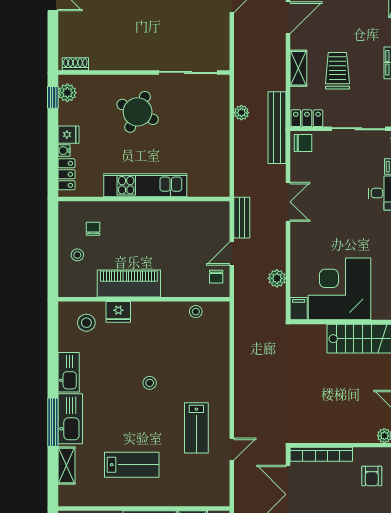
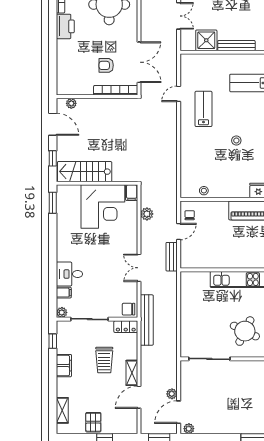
shelving: (298, 68) -> (132, 373), moved
plant: (241, 113) -> (172, 394), moved
armchair: (372, 476) -> (106, 65), moved, turned -90

